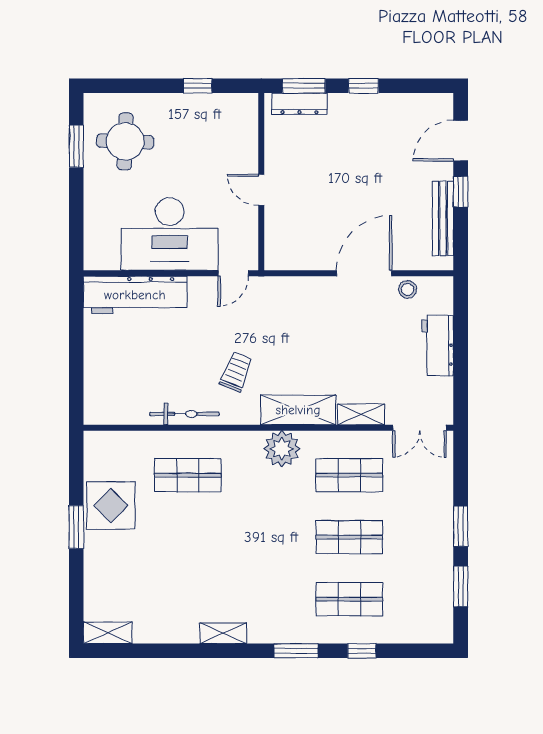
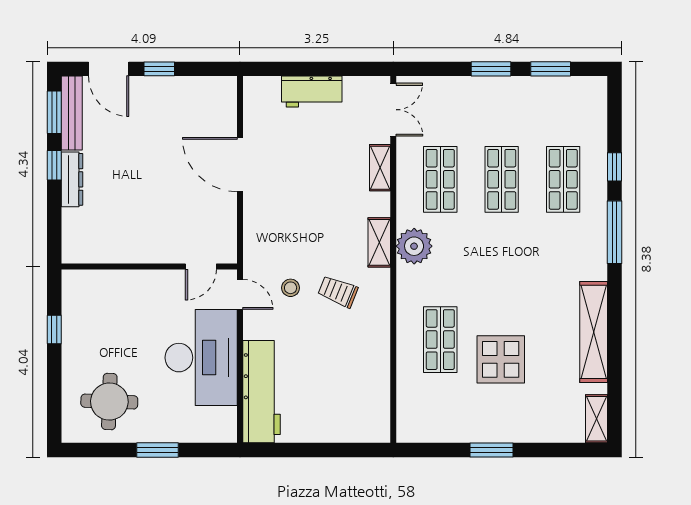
window: (304, 86) -> (54, 112), moved
dresser: (299, 104) -> (72, 179), moved
window: (76, 146) -> (157, 450), moved
door: (261, 190) -> (201, 266), moved
bench: (443, 218) -> (72, 113), moved, turned 90
stool: (407, 289) -> (291, 288), moved
shelving: (298, 410) -> (379, 242), width x0.67, depth x0.75
bicycle: (184, 414) -> (380, 343), removed
display table: (111, 506) -> (501, 359), moved
shelving: (223, 633) -> (594, 332), width x2.20, depth x1.33
window: (296, 651) -> (614, 232), width x1.44

